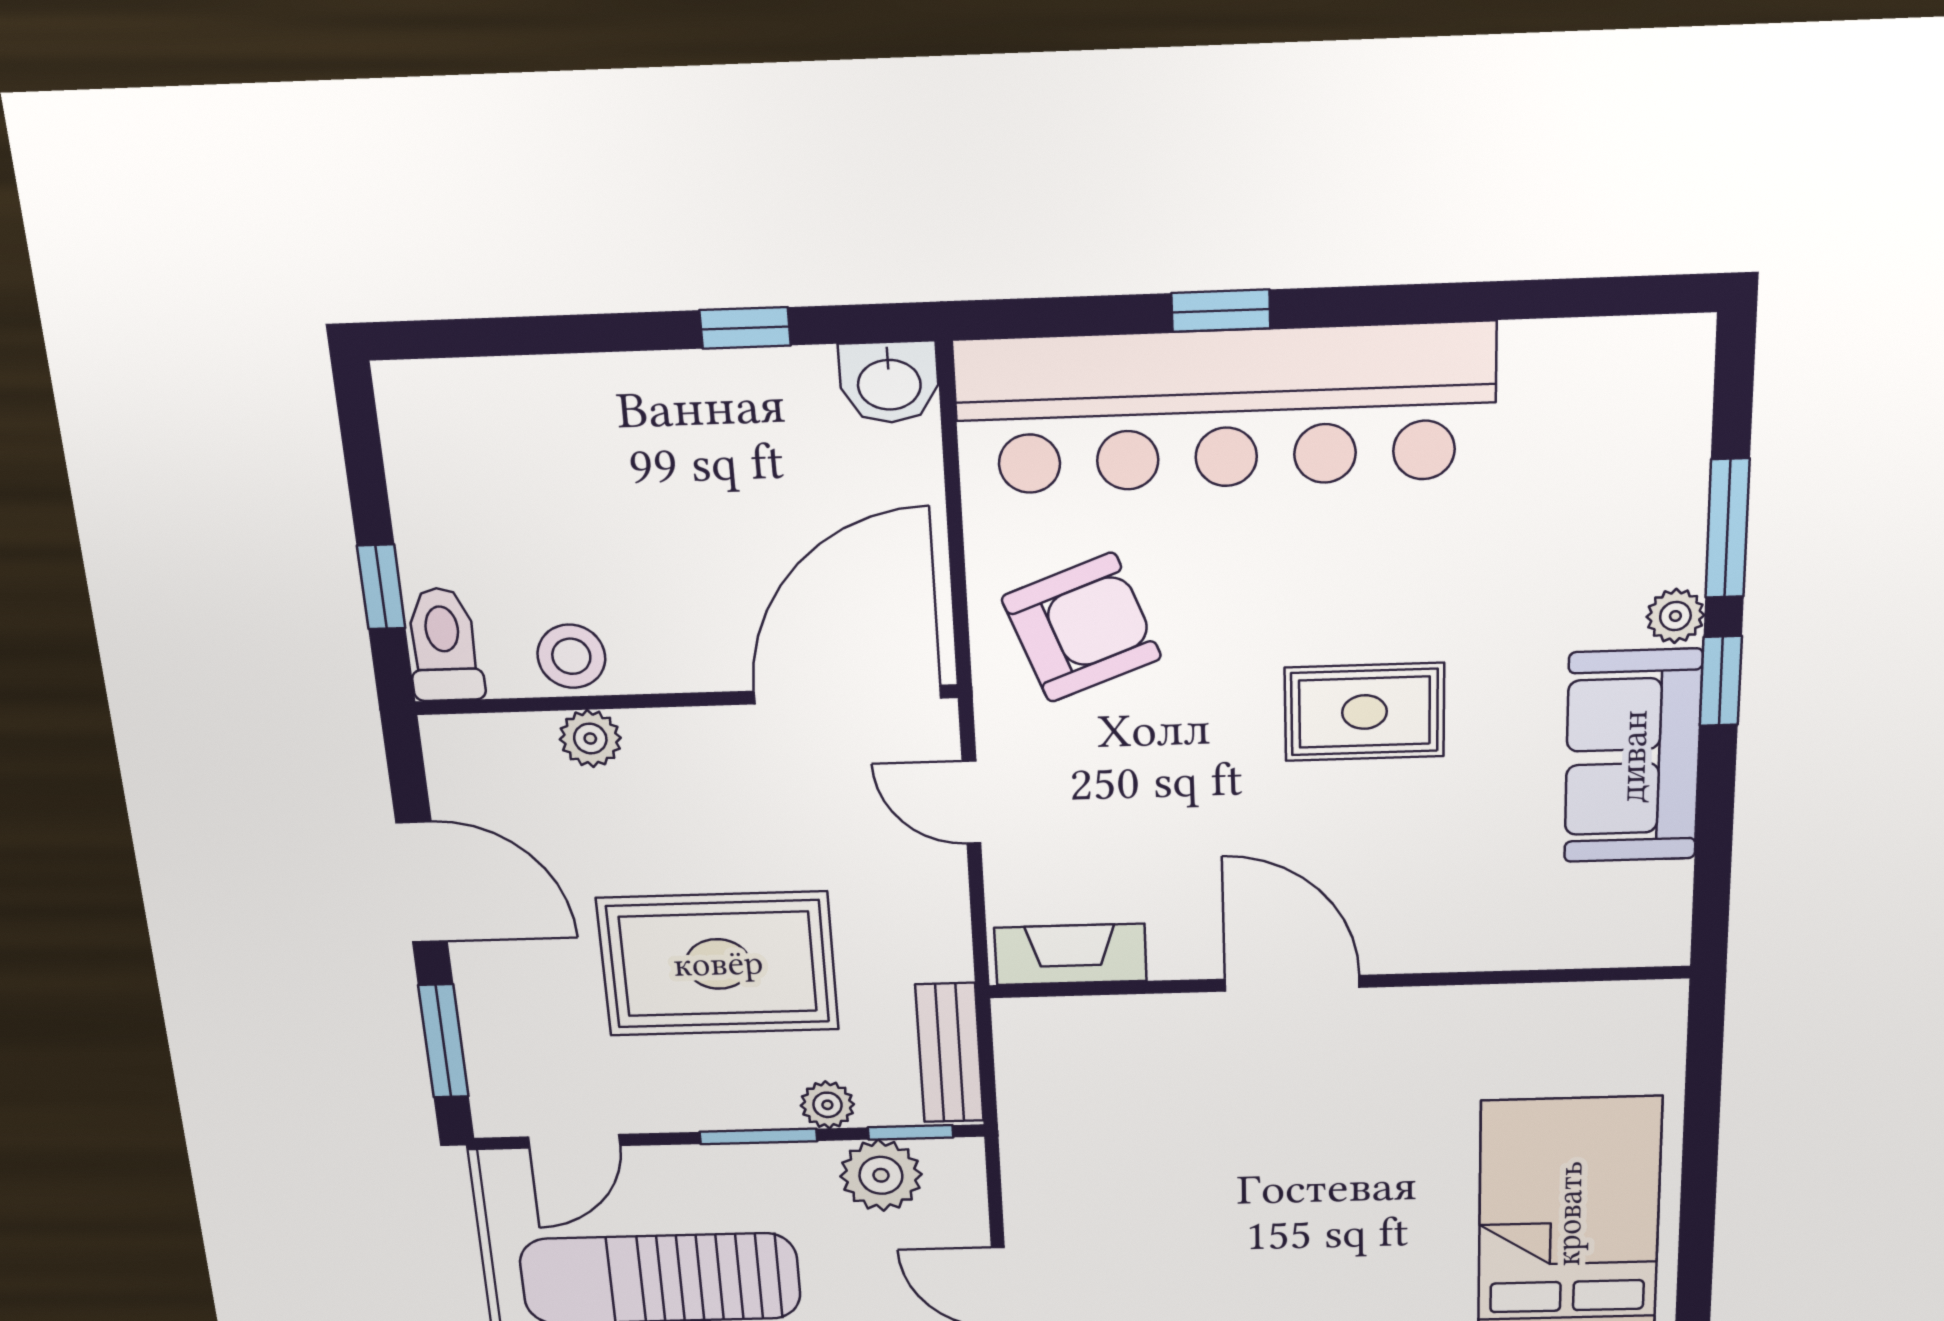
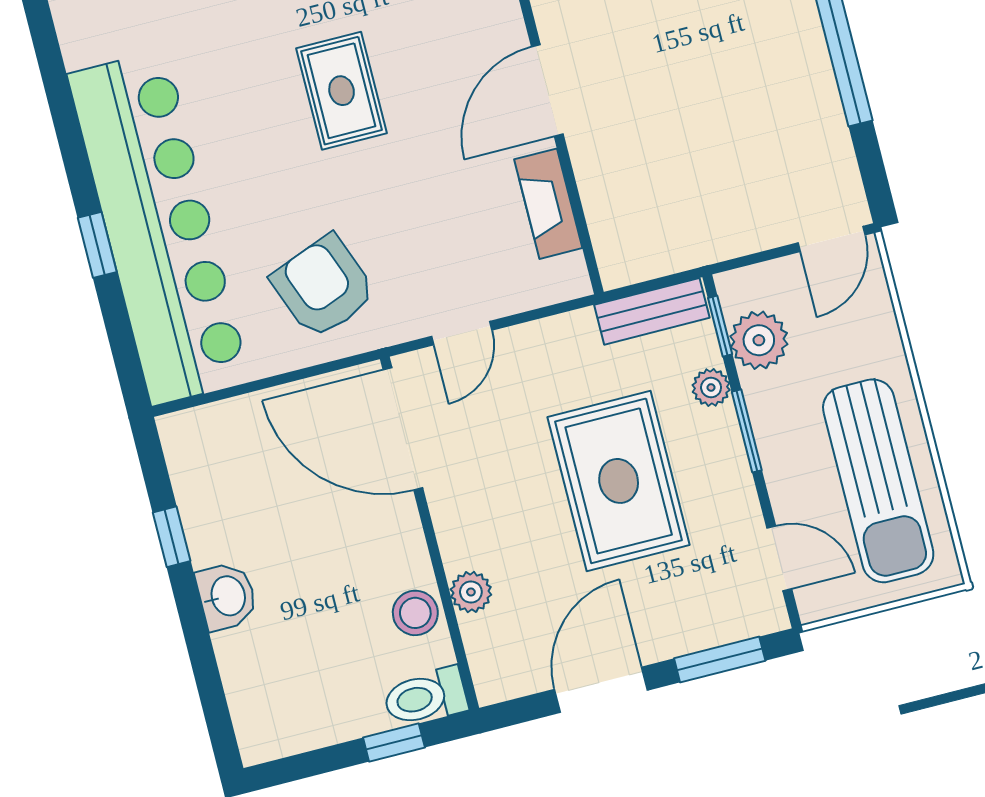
washbasin: (889, 382) -> (227, 596), moved
fireplace: (1071, 954) -> (548, 204), moved

